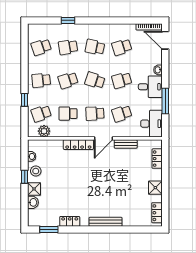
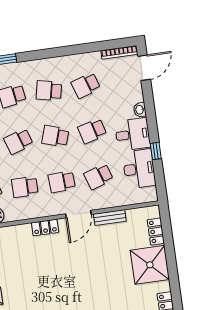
door: (165, 40) -> (144, 68), swing flipped
window: (165, 101) -> (156, 151), width x0.46
desk: (151, 124) -> (139, 169), moved
locker: (78, 145) -> (45, 227), width x0.66
shower: (155, 188) -> (150, 265), width x1.86, depth x1.86

